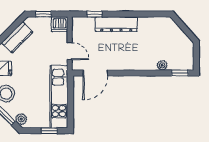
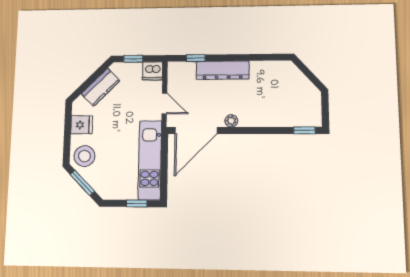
plant: (162, 65) -> (231, 121), moved
door: (95, 73) -> (196, 130), width x1.36
plant: (21, 119) -> (102, 188), removed

